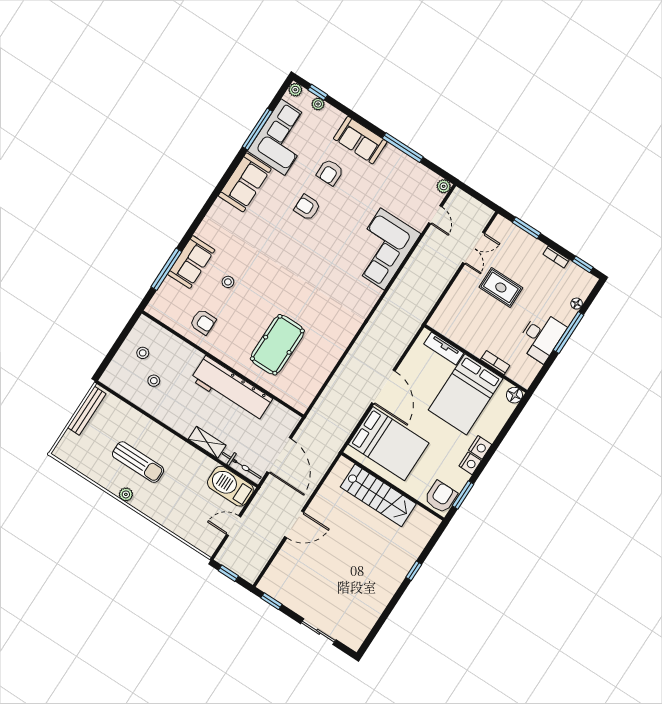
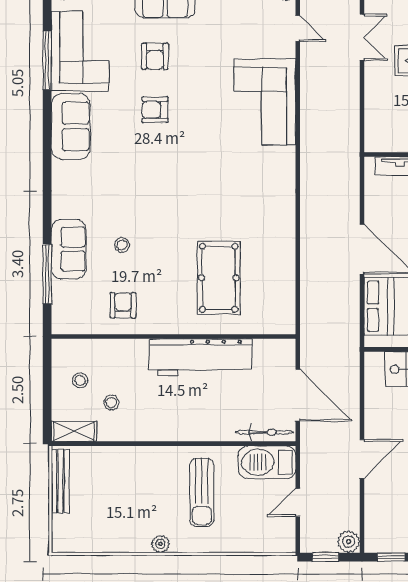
armchair: (203, 322) -> (123, 305), turned -90
shelving: (207, 442) -> (74, 431), moved
sun lounger: (138, 462) -> (202, 492), moved, turned 90
plant: (250, 573) -> (349, 542), added

